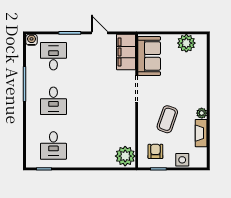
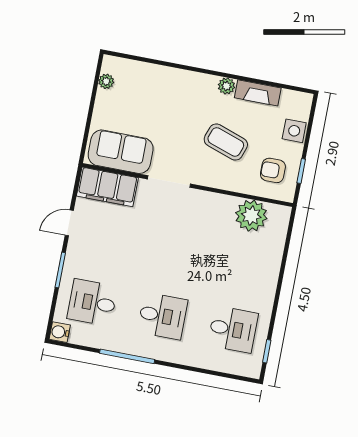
plant: (186, 43) -> (106, 81), width x0.53, depth x0.53
plant: (125, 156) -> (251, 216), moved

